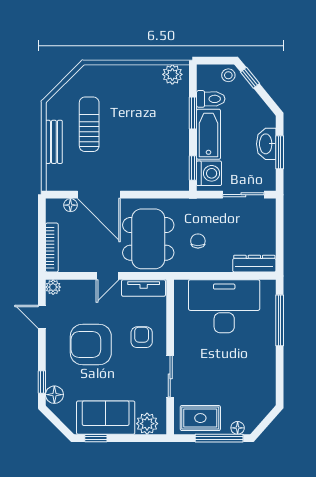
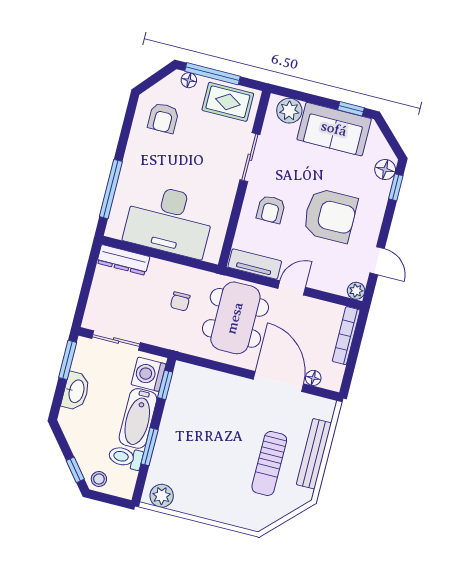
bench: (54, 142) -> (314, 454), width x1.36
window: (280, 152) -> (68, 360), moved
armchair: (251, 391) -> (163, 118), added

